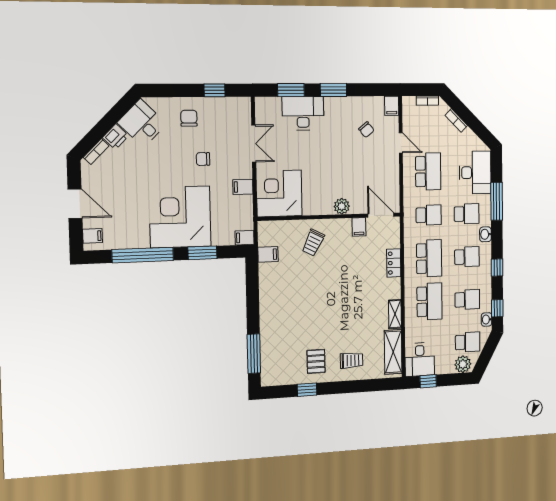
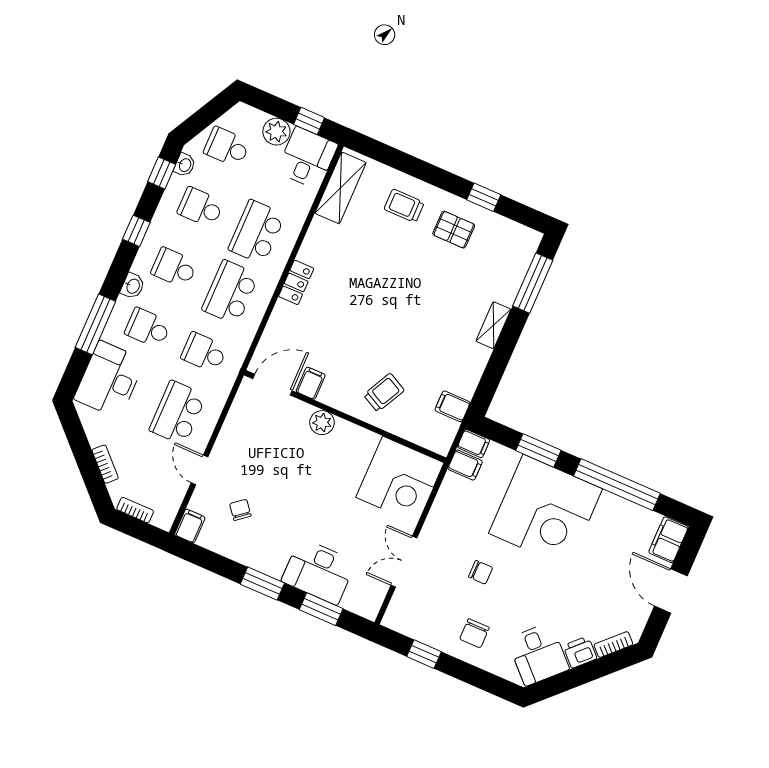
filing cabinet: (243, 187) -> (465, 465), moved
door: (381, 215) -> (272, 385), swing flipped
filing cabinet: (93, 236) -> (668, 540), width x2.00
locker: (394, 263) -> (296, 282), moved
shelving: (395, 314) -> (493, 325), moved
pallet: (316, 361) -> (454, 230), turned 90
plant: (463, 364) -> (276, 132), moved

